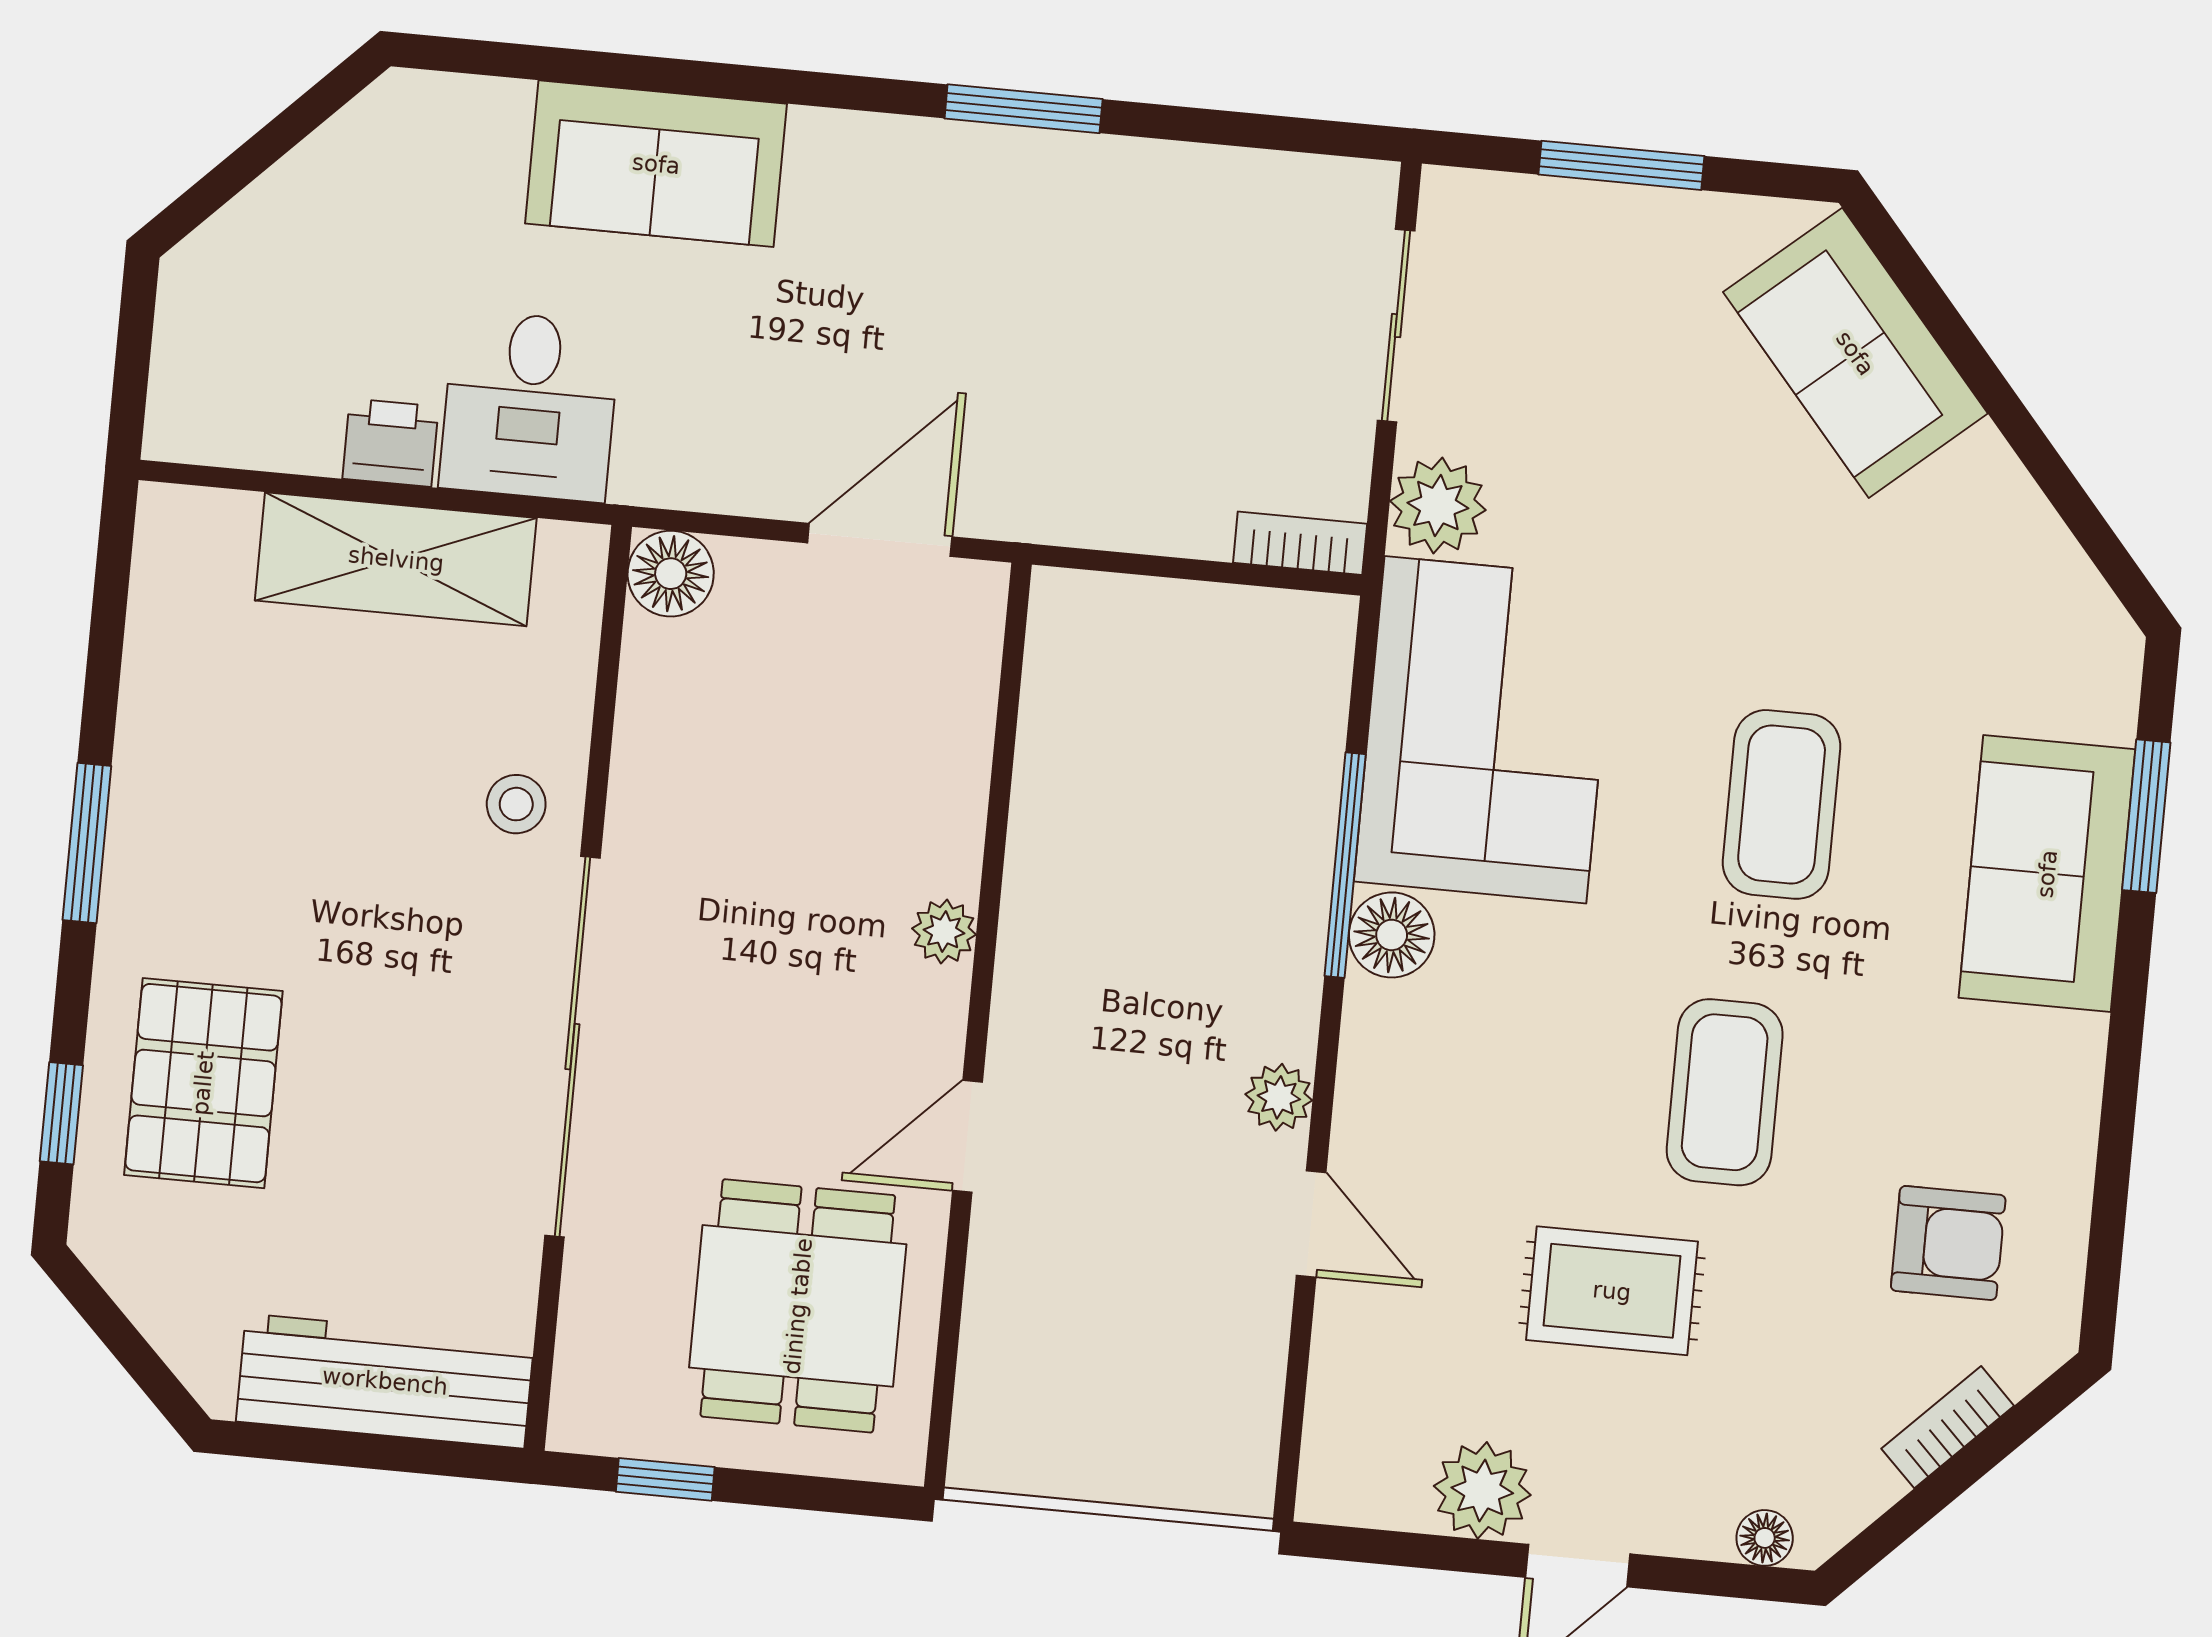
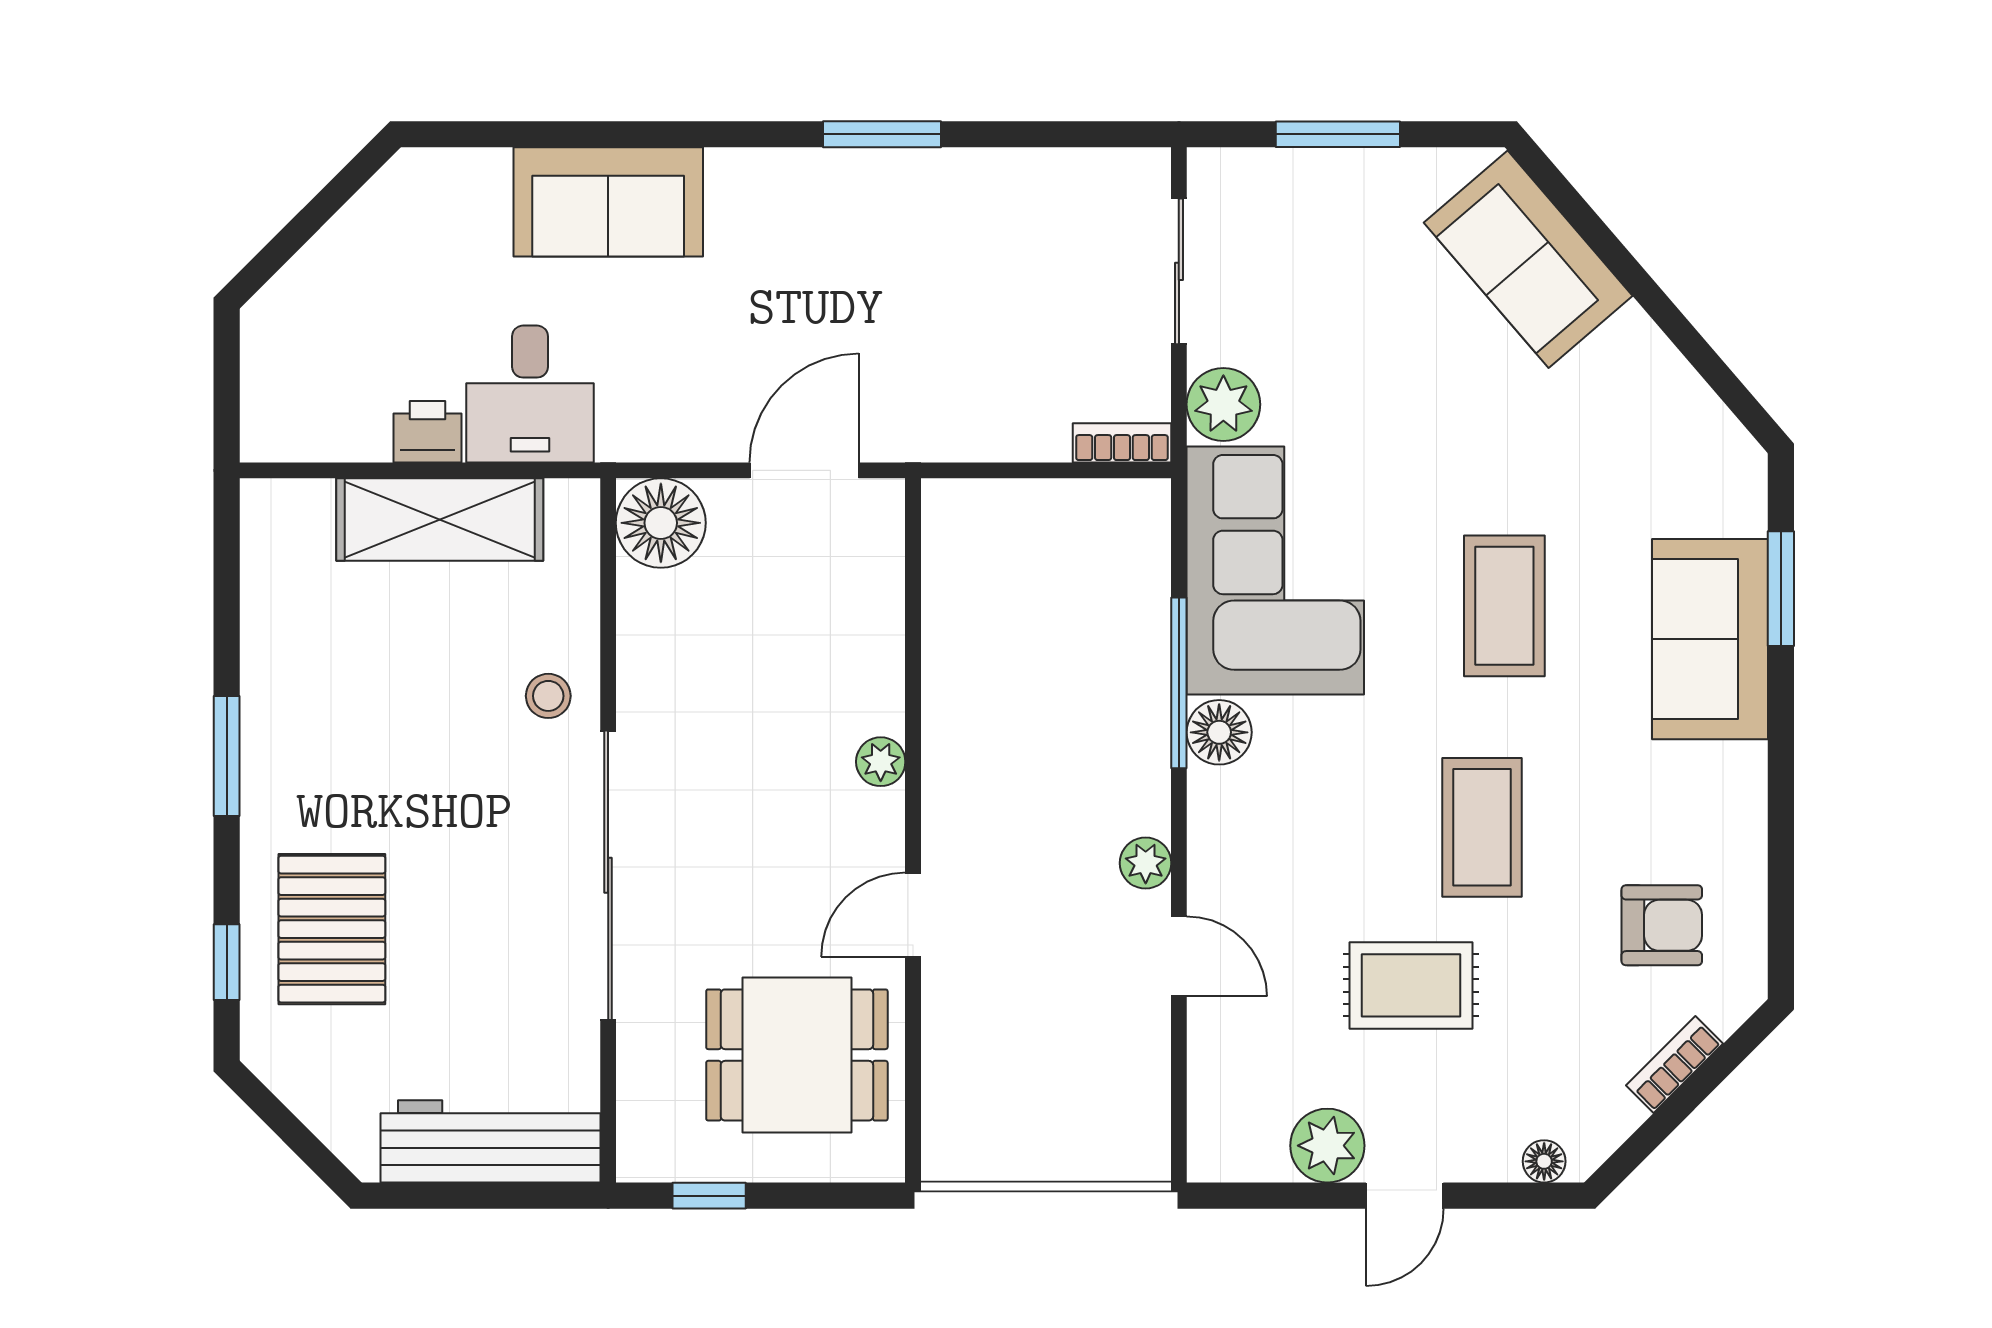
floor lamp: (671, 574) -> (661, 523), width x1.38, depth x1.38
dining table: (798, 1306) -> (797, 1055), turned 90

